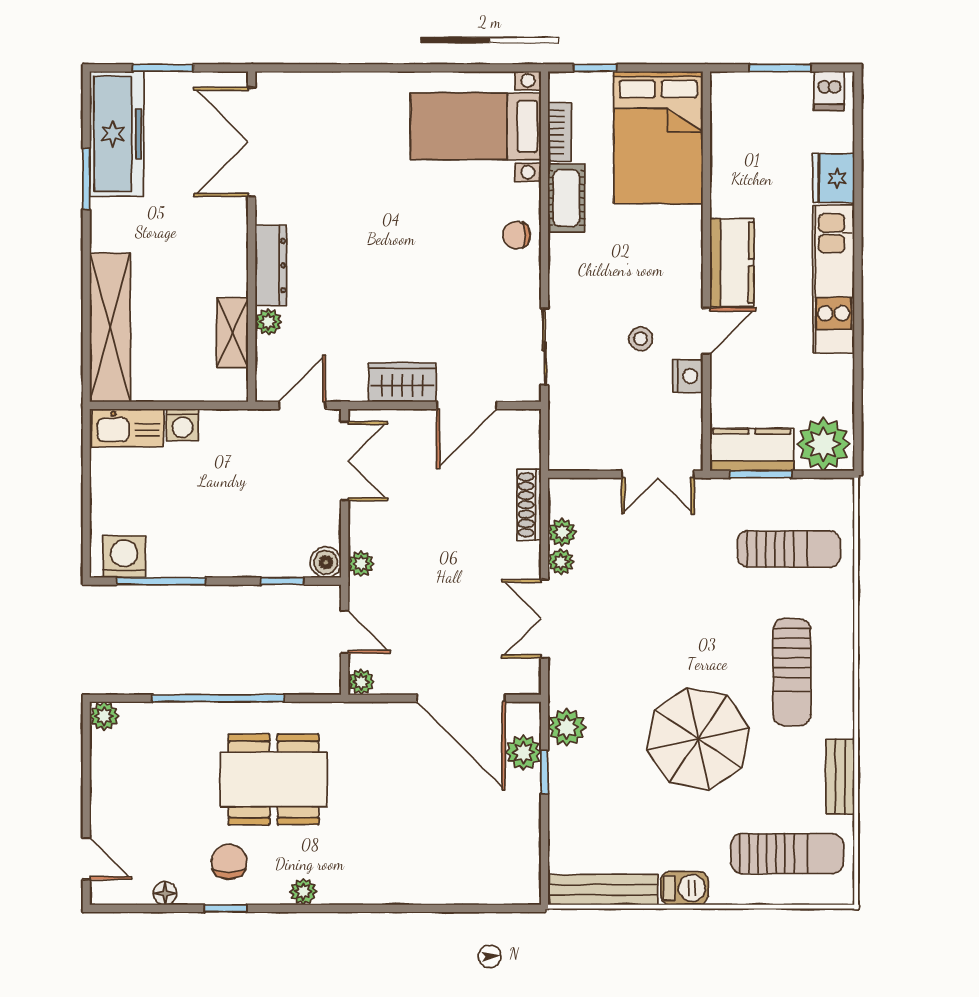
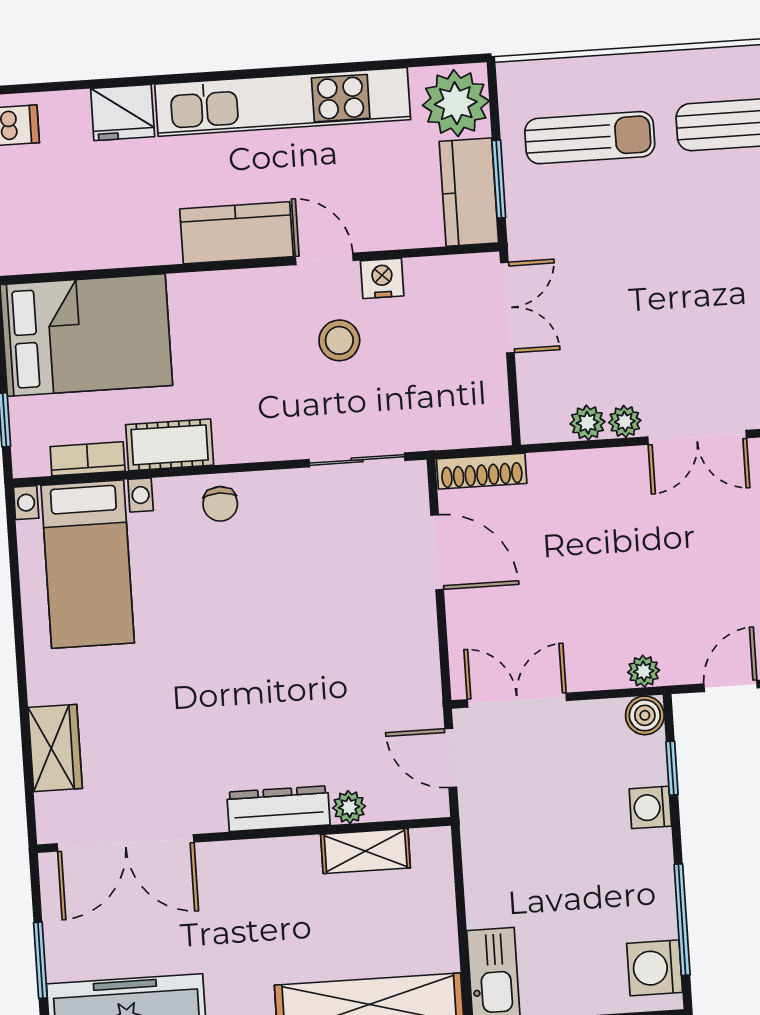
kitchen unit: (834, 279) -> (283, 102), width x1.36
stool: (641, 339) -> (339, 340), width x1.37, depth x1.37
wardrobe: (402, 382) -> (55, 748), moved, turned 180
washing machine: (182, 425) -> (650, 807), moved, turned 180
shoe rack: (529, 505) -> (482, 471), moved
sun lounger: (789, 549) -> (590, 138), turned 90

